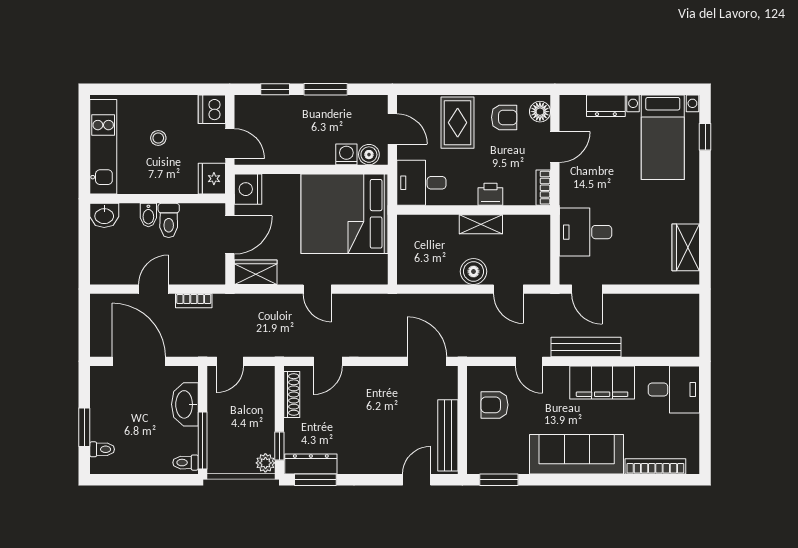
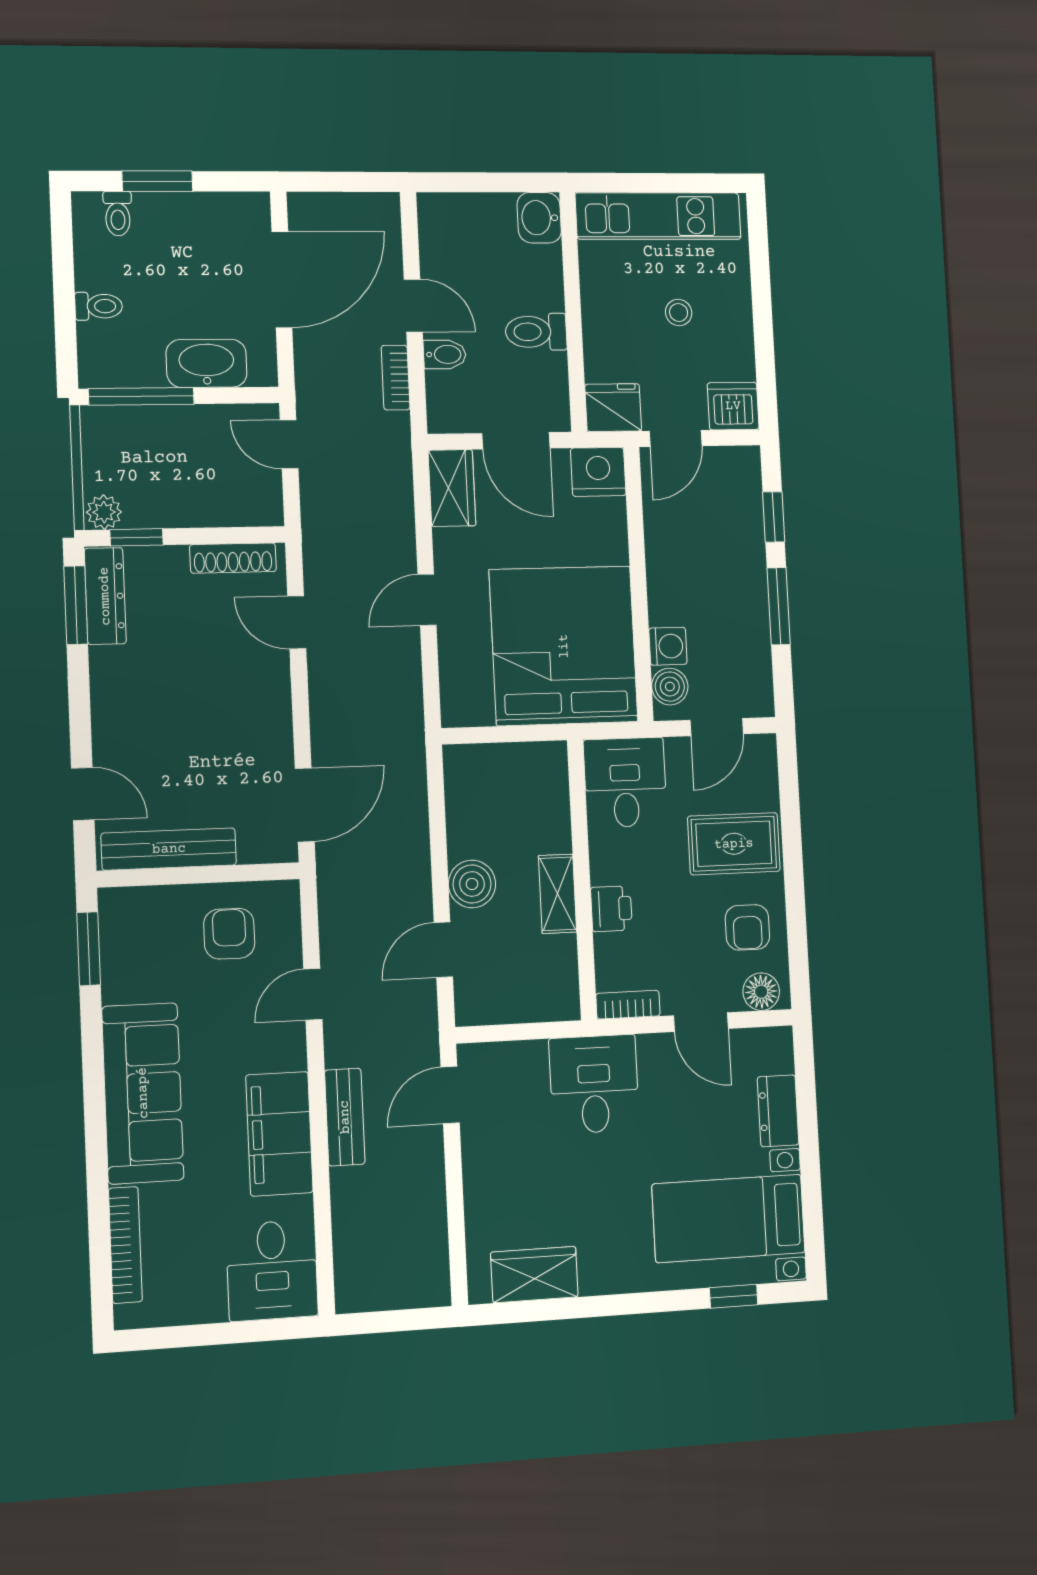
bidet: (148, 215) -> (445, 354), moved, turned 180
desk: (585, 232) -> (594, 1084), moved
bench: (586, 347) -> (345, 1117), width x0.73
toilet: (186, 463) -> (99, 306), moved, turned 90

